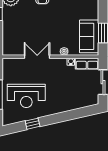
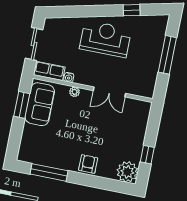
reception desk: (26, 96) -> (105, 39), moved

